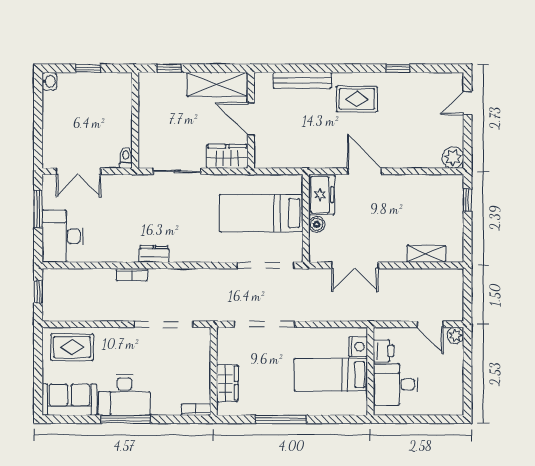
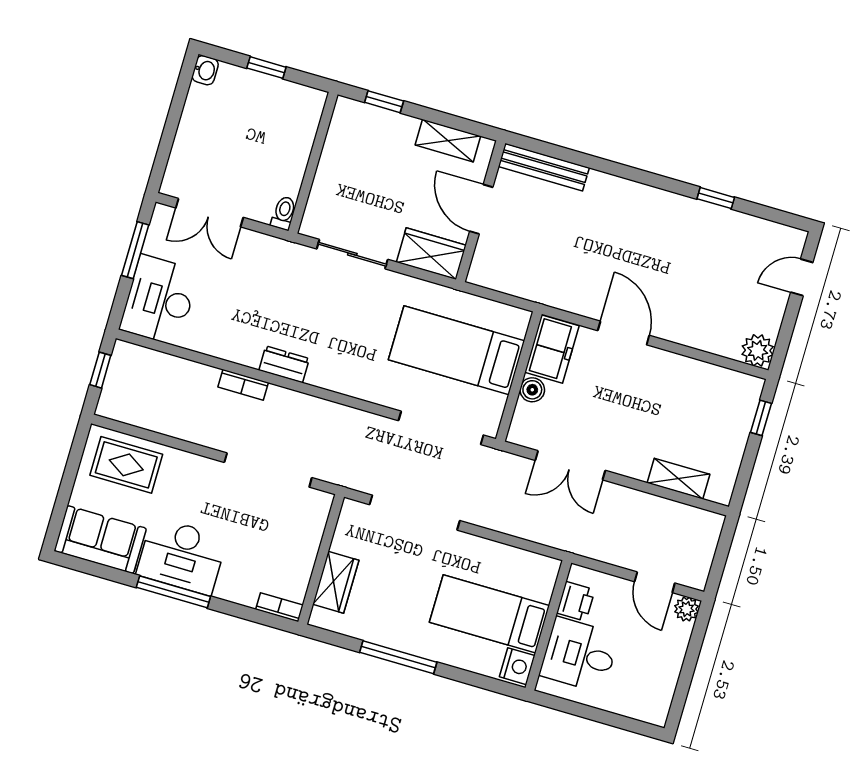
bench: (302, 80) -> (544, 167), moved
shelving: (217, 84) -> (448, 141), width x0.67, depth x0.75
rug: (357, 99) -> (643, 225), removed
nightstand: (358, 347) -> (517, 666), moved

